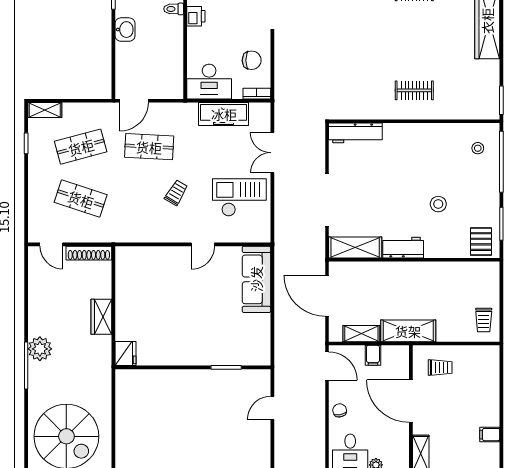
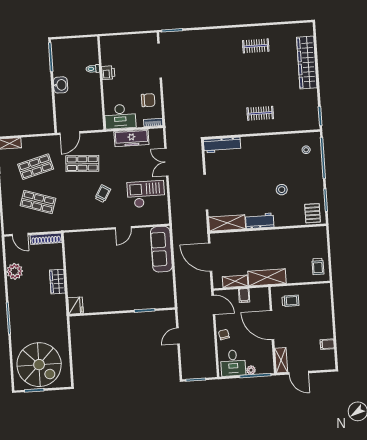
plant: (40, 349) -> (15, 271), moved

